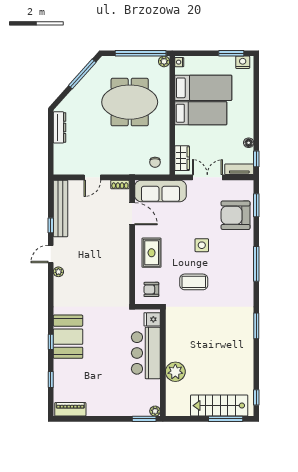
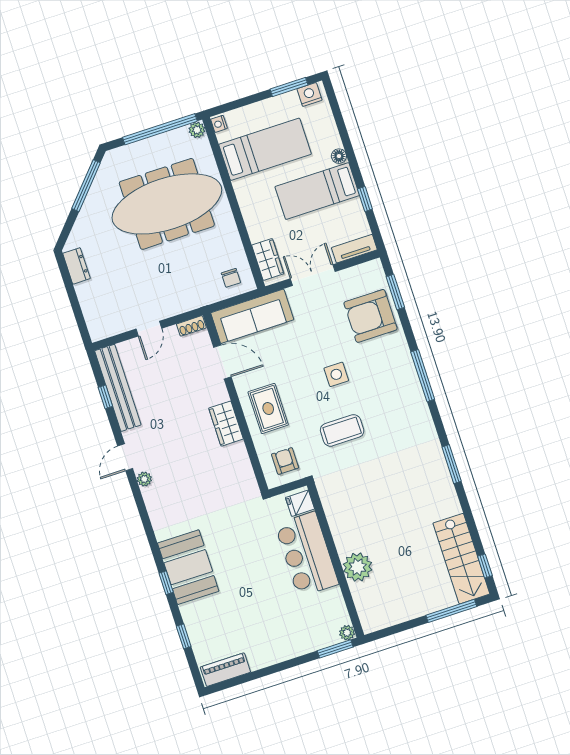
meeting table: (130, 102) -> (167, 204), width x1.36
bed: (201, 113) -> (317, 191), moved, turned 180
dresser: (60, 127) -> (76, 266), width x0.70
floor lamp: (249, 143) -> (339, 156), moved
window: (256, 159) -> (365, 199), moved
window: (51, 225) -> (105, 397), moved
wardrobe: (122, 254) -> (226, 424), added
armchair: (151, 289) -> (285, 461), turned 90
stairs: (219, 406) -> (461, 559), moved, turned -90

